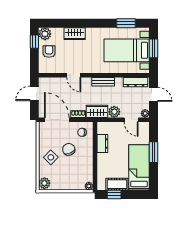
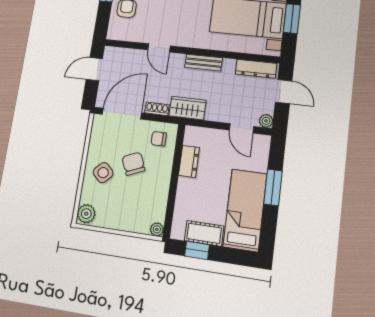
plant: (114, 112) -> (215, 112), removed
door: (57, 120) -> (122, 114), hinge flipped

